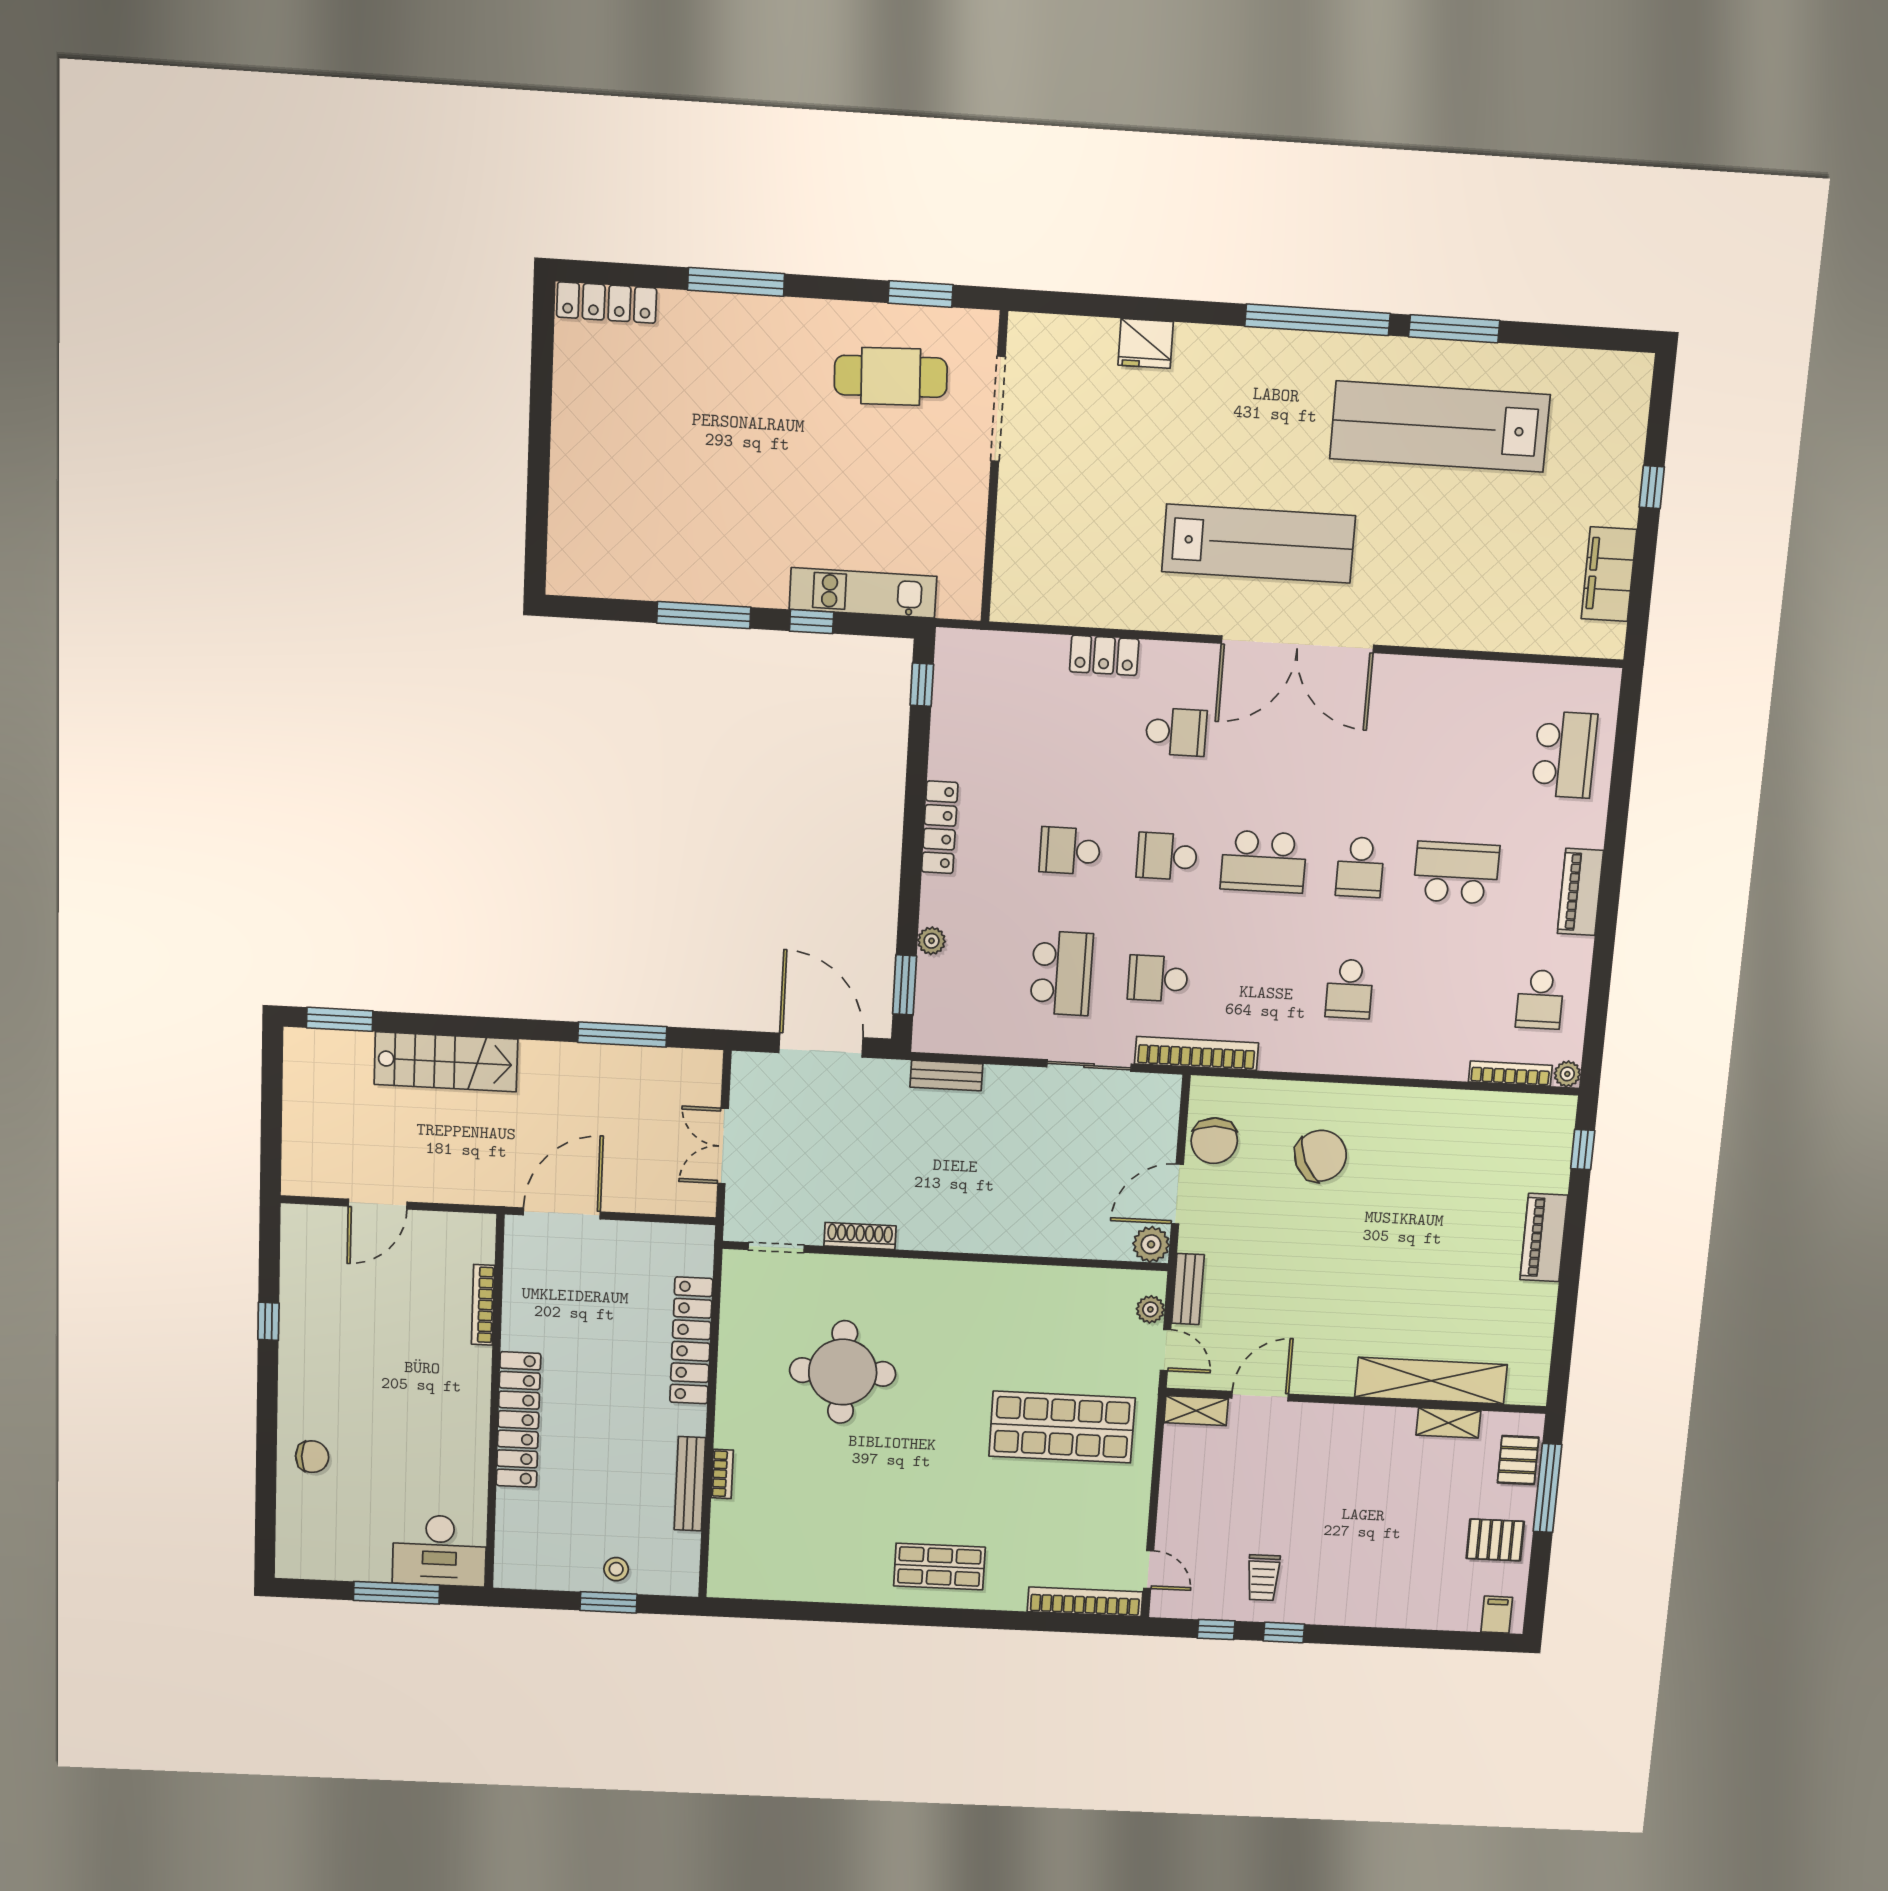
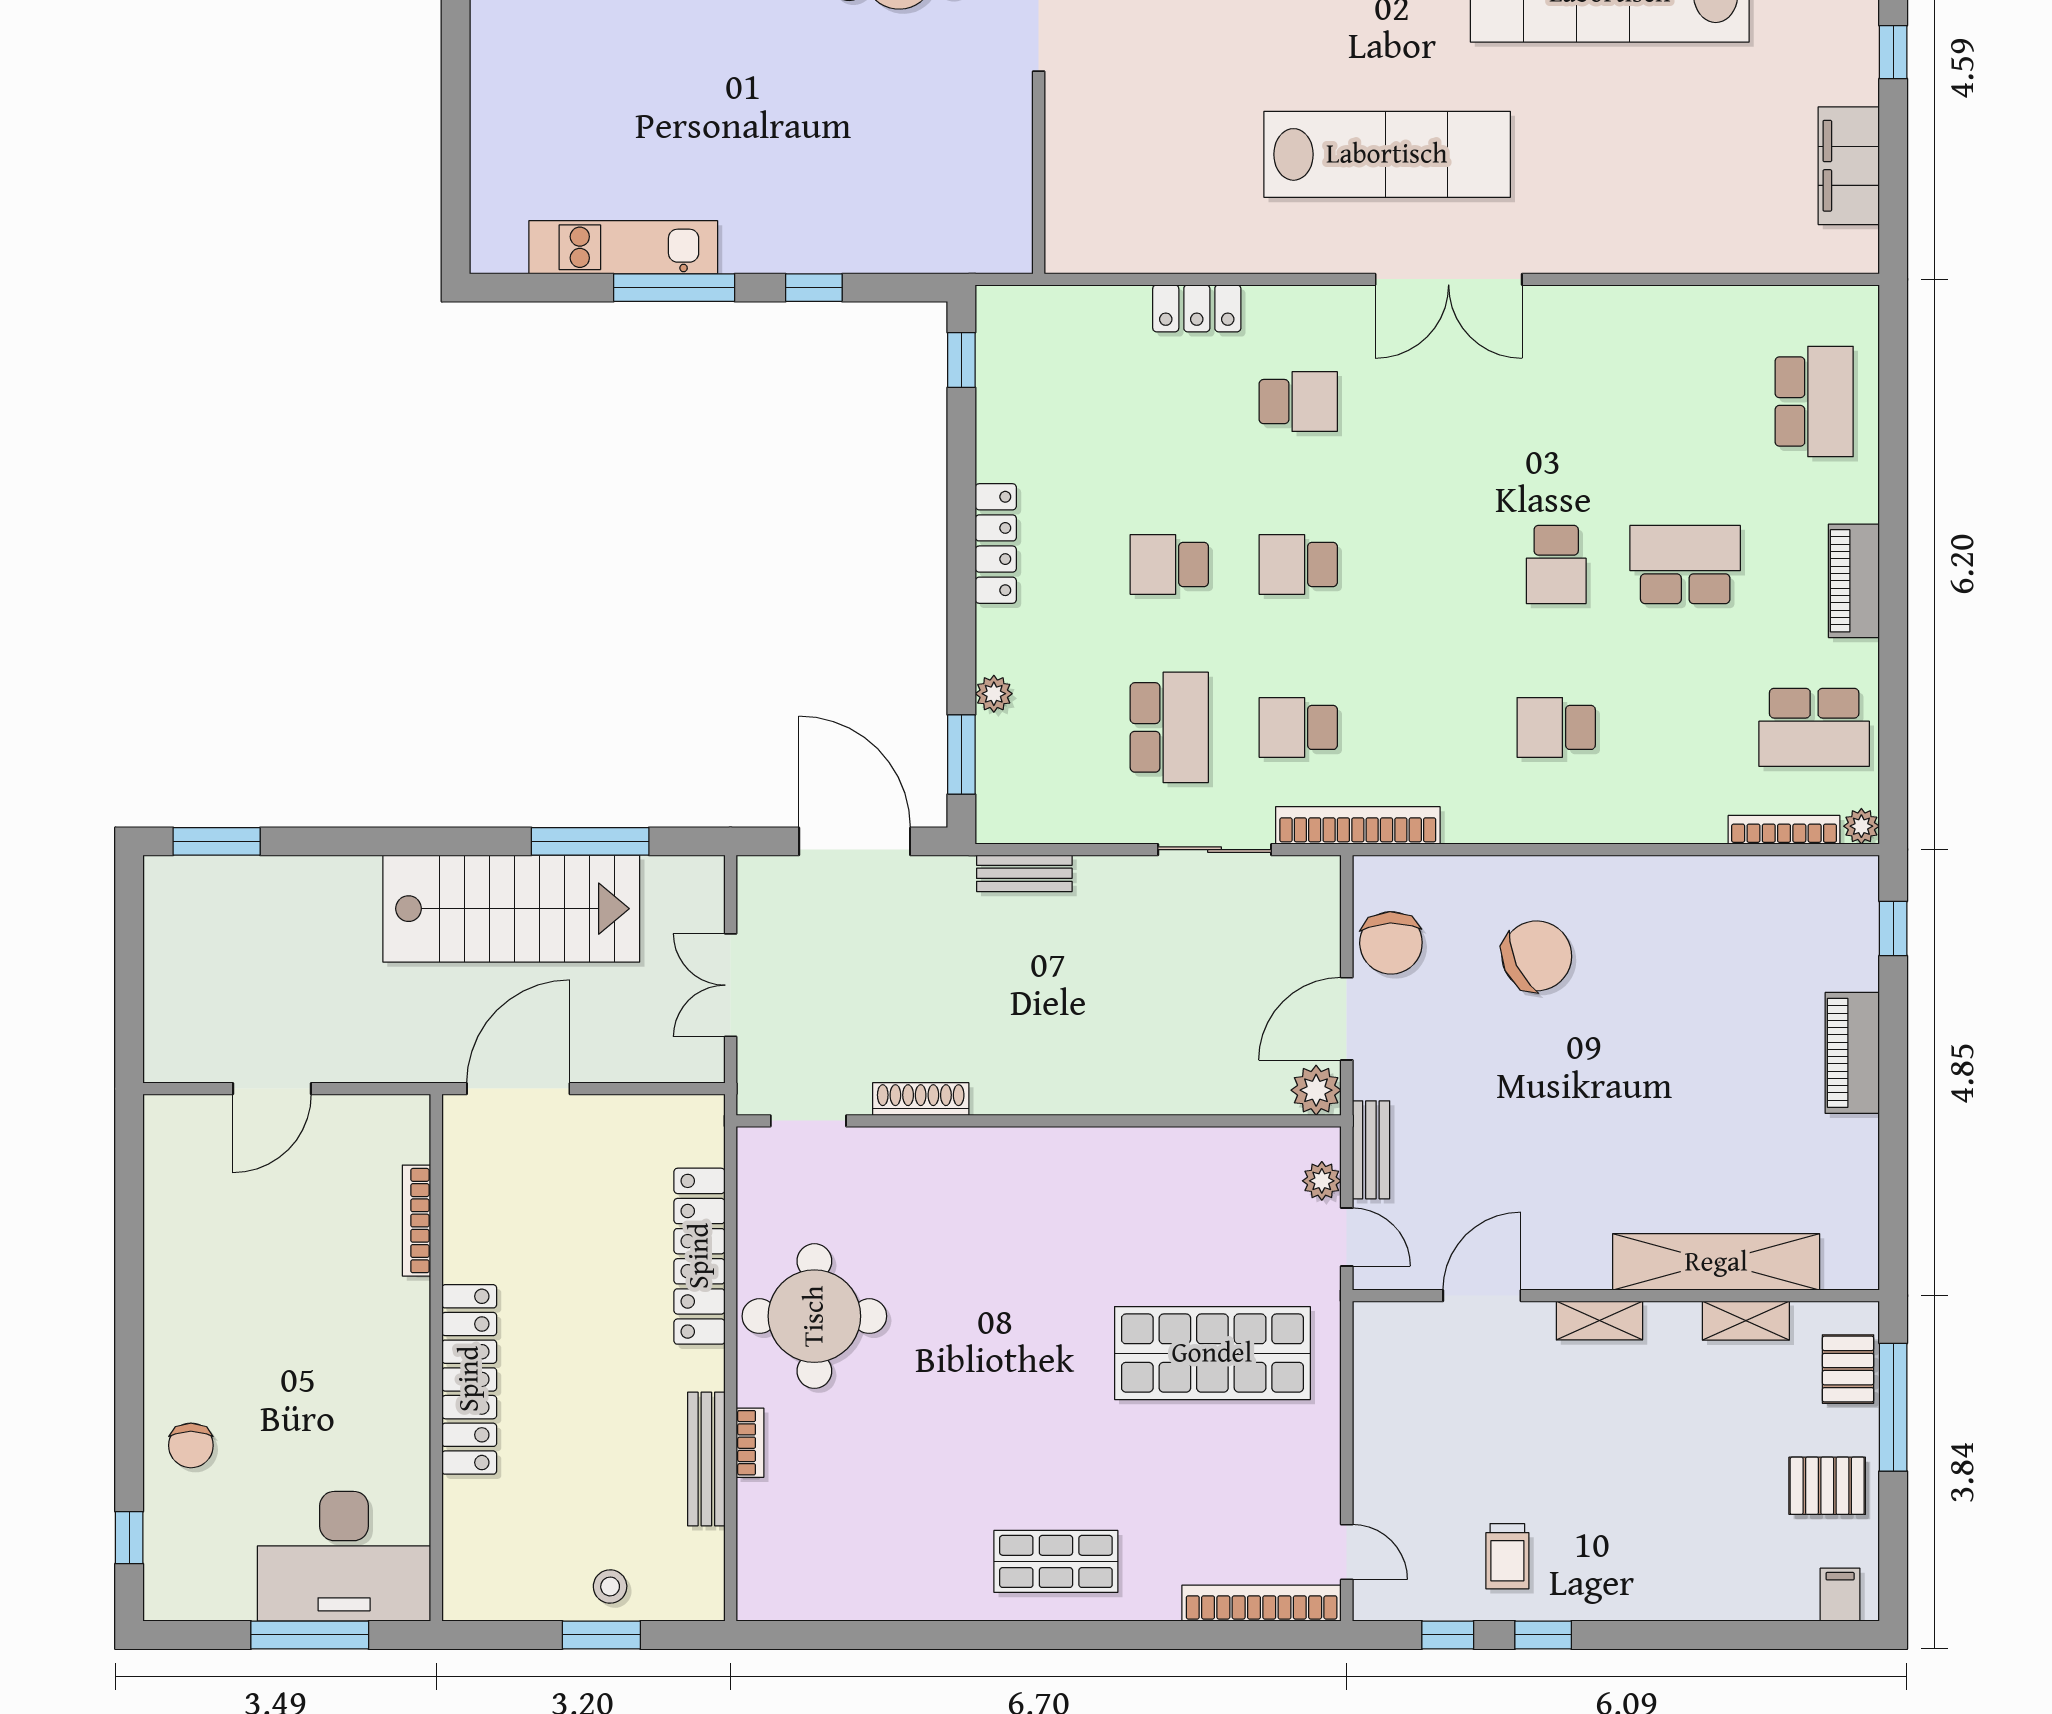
kitchen unit: (863, 593) -> (623, 247), moved
double door: (1298, 644) -> (1449, 279), width x0.73
school desk: (1264, 862) -> (1427, 564), removed
school desk: (1349, 989) -> (1556, 727), turned 90
school desk: (1540, 999) -> (1814, 727), width x1.85
stairs: (446, 1062) -> (511, 909), moved, width x1.36, depth x1.51
window: (268, 1321) -> (129, 1538), moved
round table: (843, 1372) -> (814, 1316), moved
shelving: (1196, 1411) -> (1599, 1321), moved
chair: (312, 1457) -> (191, 1445), turned 90
desk: (440, 1551) -> (344, 1556), width x1.36, depth x1.30

